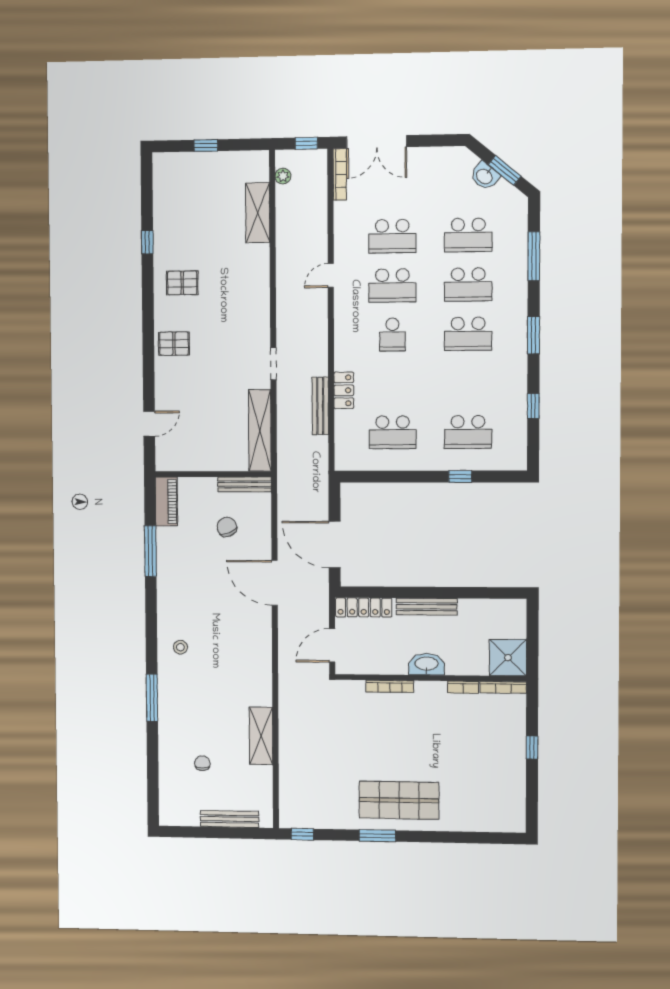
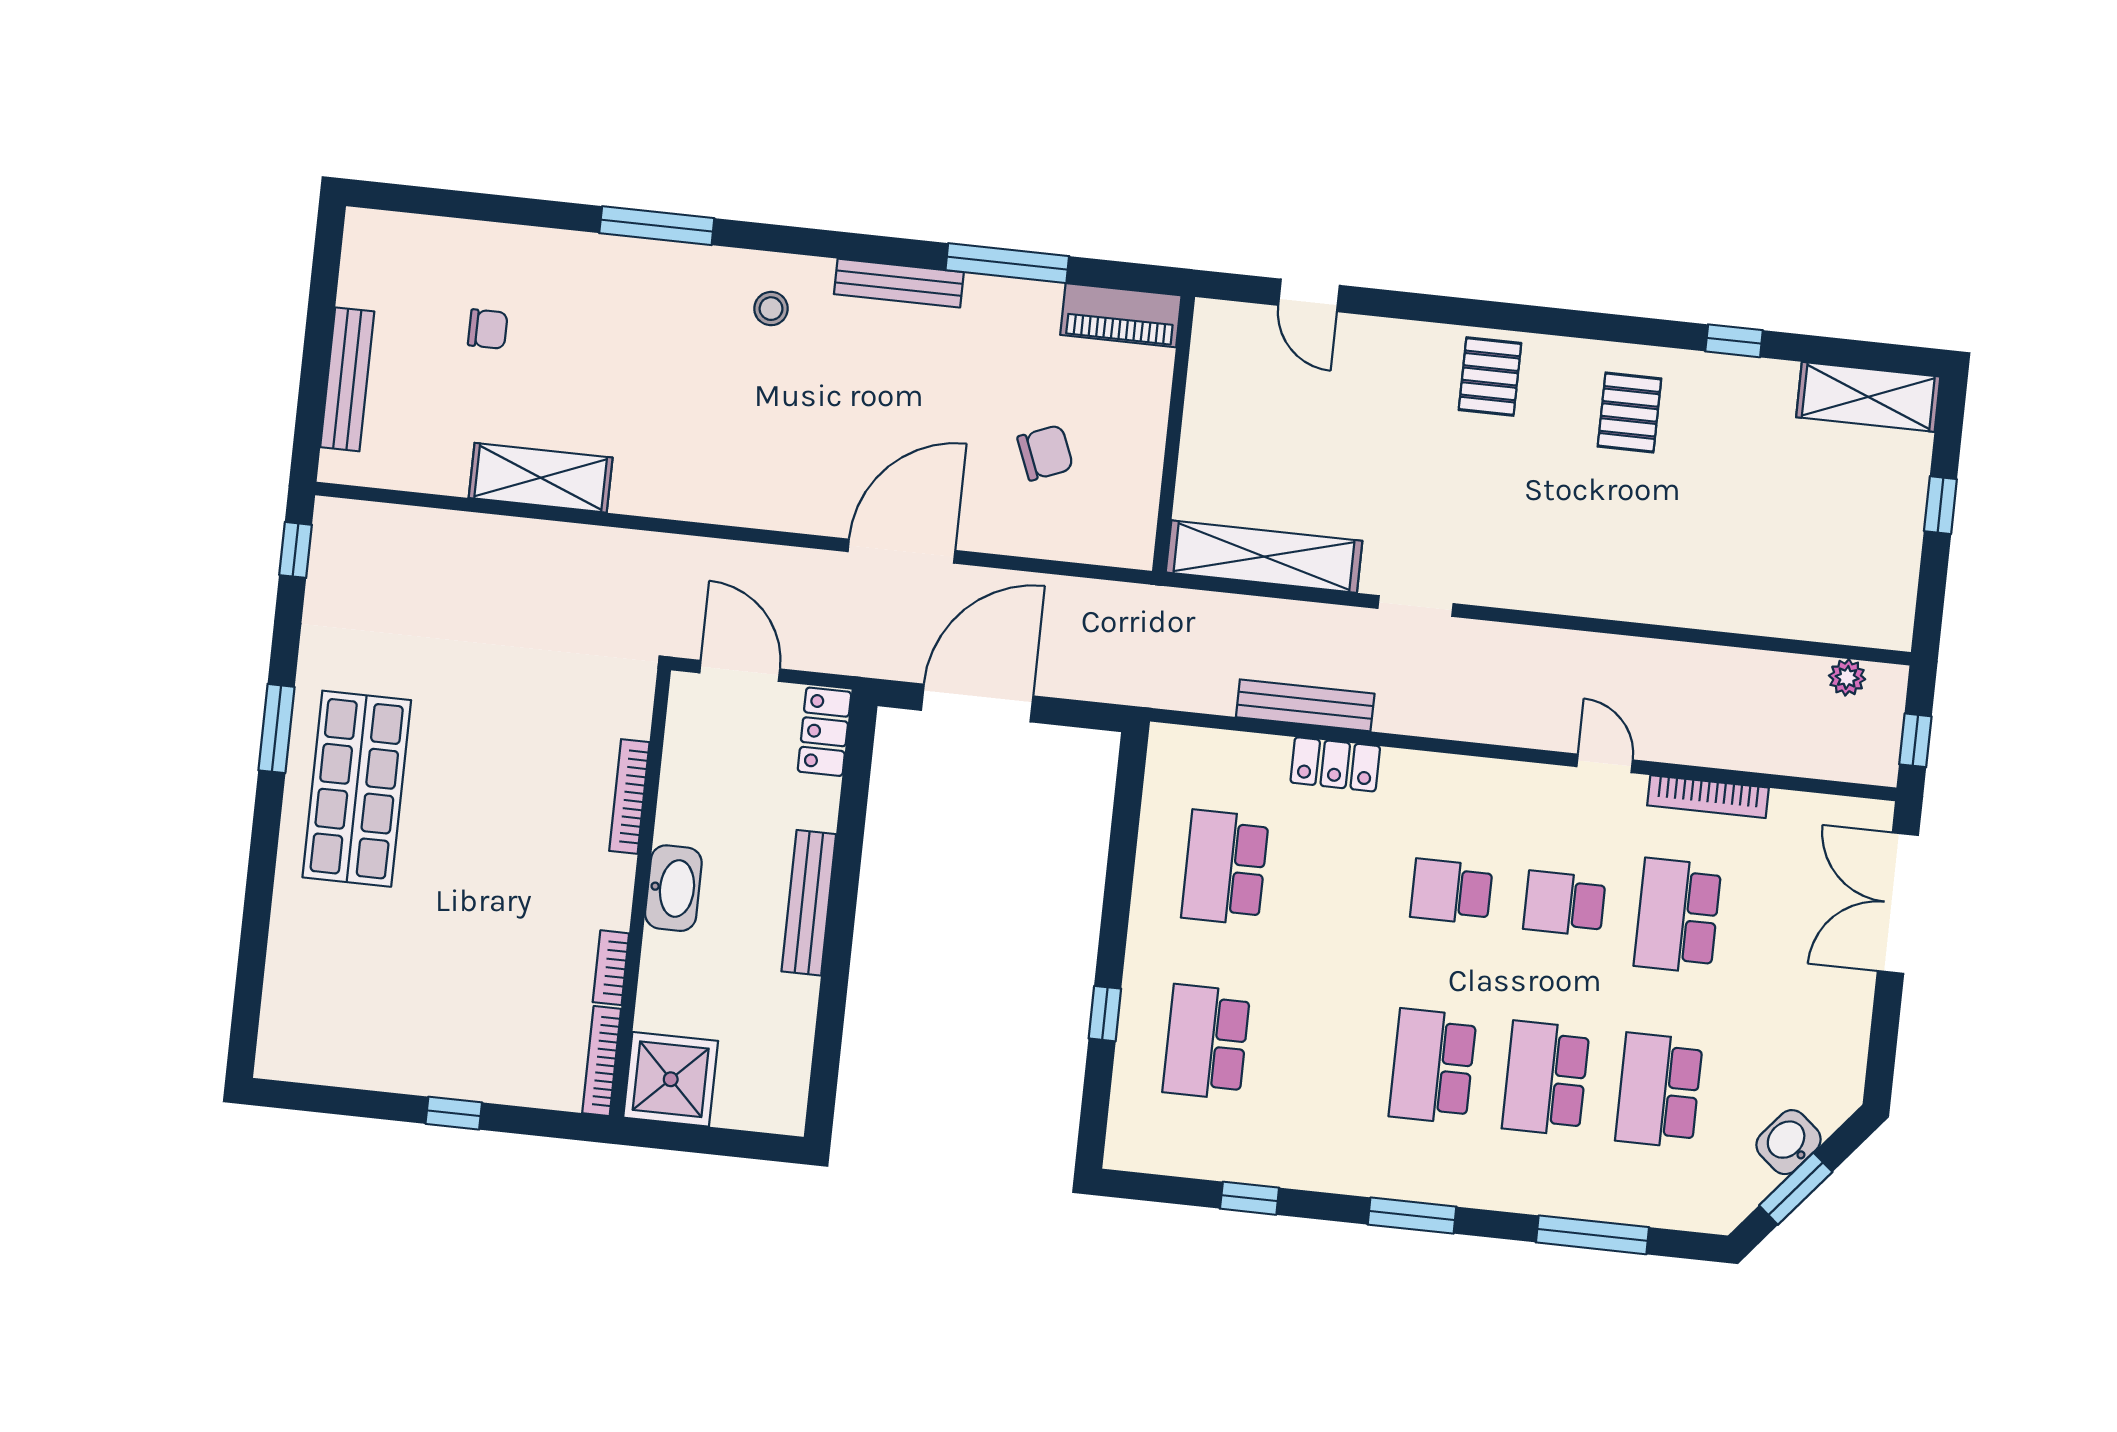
bookcase: (340, 174) -> (1708, 797), moved
shelving: (258, 213) -> (1868, 397), moved
school desk: (392, 285) -> (1564, 904), width x0.54
bench: (244, 484) -> (899, 283), moved, turned 90
locker: (364, 607) -> (824, 732), width x0.66

